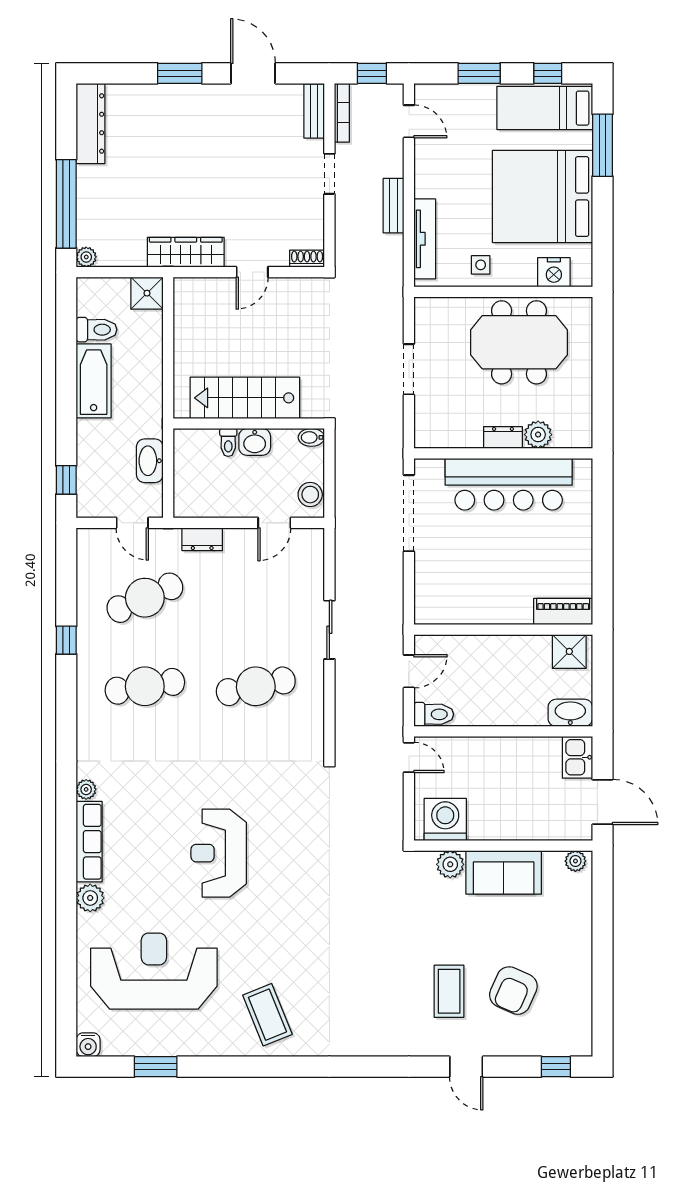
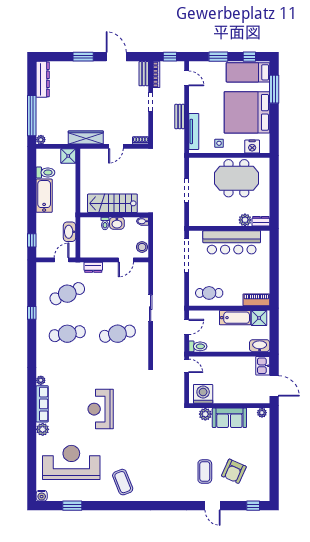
dresser: (503, 437) -> (261, 221), moved
door: (132, 523) -> (62, 260), swing flipped
cafe table: (459, 596) -> (209, 293), added
bathtub: (516, 651) -> (235, 318), added

